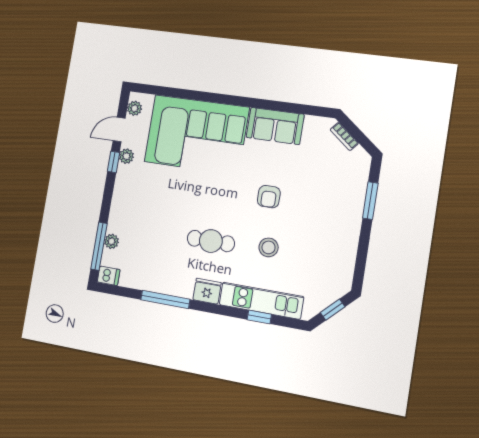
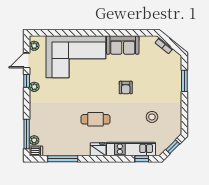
plant: (126, 156) -> (34, 87), moved
plant: (112, 241) -> (34, 140), moved
stool: (269, 247) -> (152, 117), moved
window: (165, 299) -> (63, 159), moved
window: (259, 317) -> (142, 159), moved

